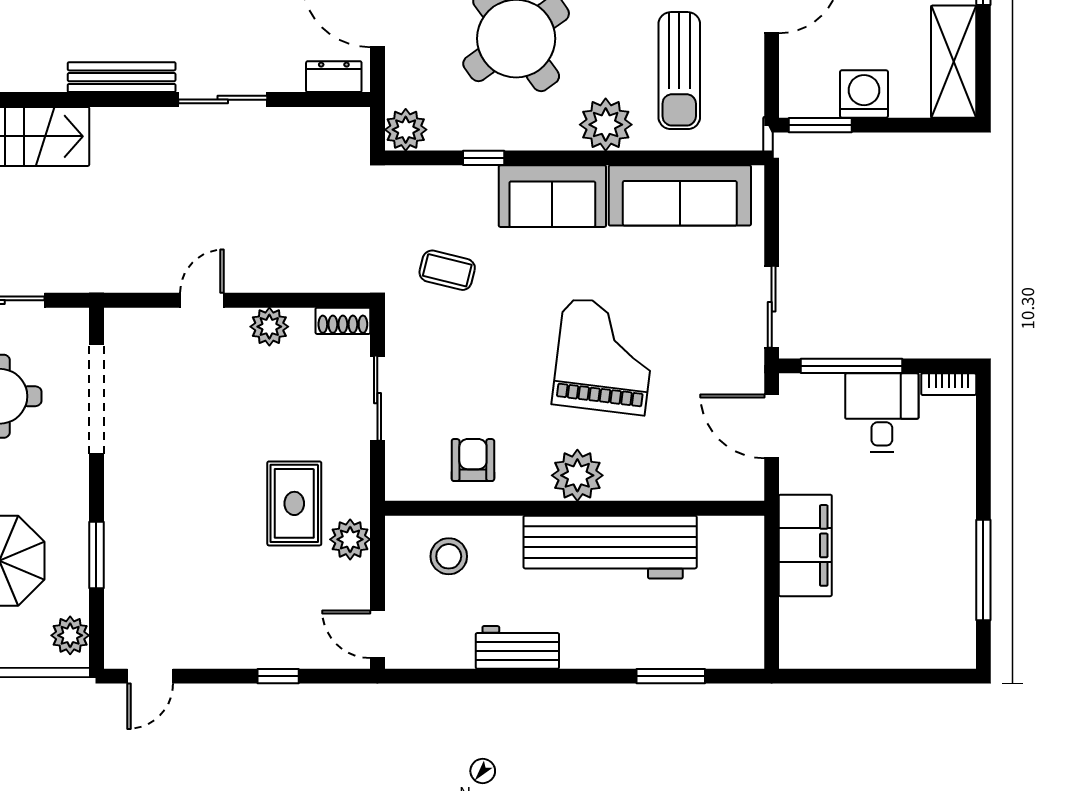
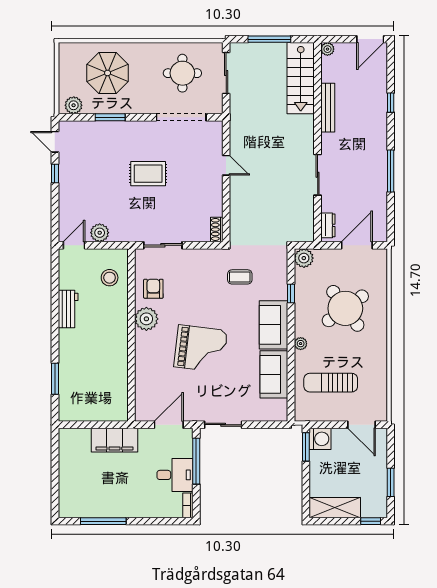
bench: (122, 77) -> (328, 108), moved
washing machine: (864, 94) -> (320, 439), moved
plant: (606, 125) -> (301, 344), width x0.53, depth x0.53
sofa: (680, 195) -> (274, 374), width x0.73
coffee table: (447, 270) -> (240, 277), turned 76
plant: (269, 327) -> (214, 196), removed
sliding door: (377, 398) -> (163, 245), moved
armchair: (473, 460) -> (153, 289), turned -90
plant: (577, 475) -> (146, 319), moved
rug: (294, 503) -> (148, 174), moved
plant: (350, 539) -> (100, 233), moved
workbench: (610, 547) -> (114, 351), removed
window: (278, 676) -> (55, 174), moved

